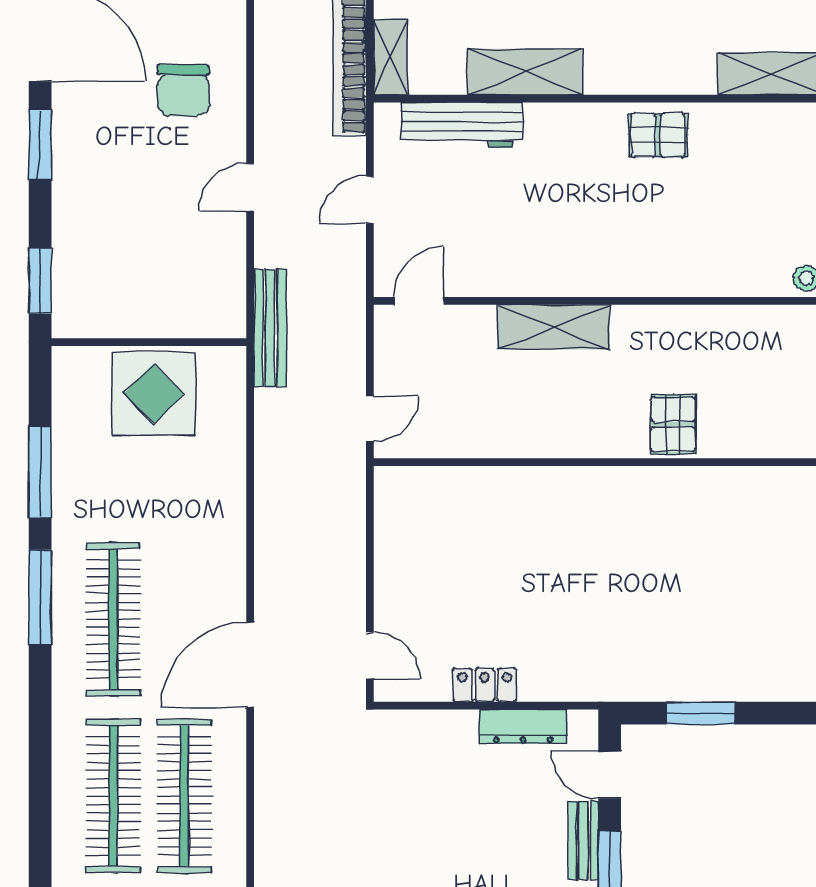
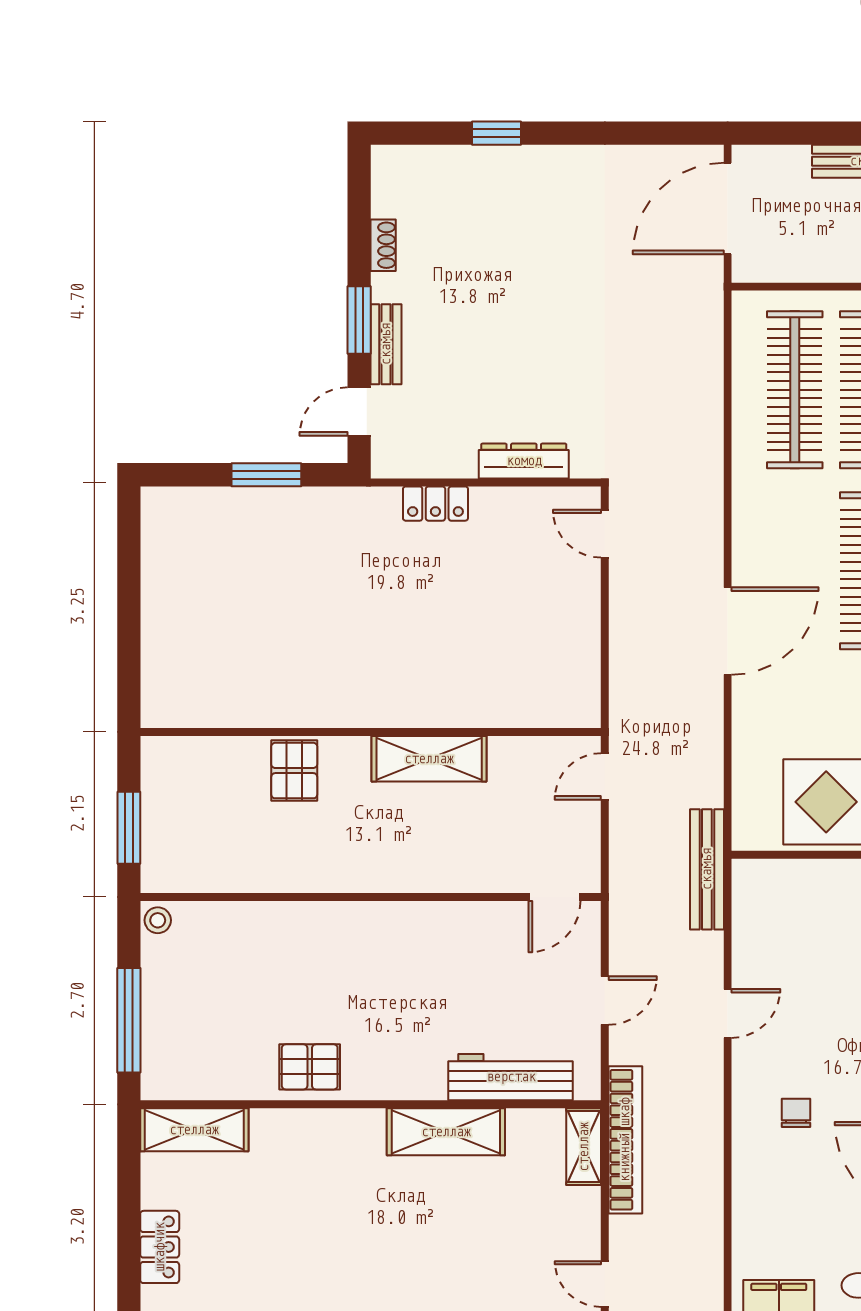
chair: (183, 90) -> (796, 1113), width x0.54, depth x0.54
shelving: (554, 327) -> (429, 759), moved
door: (250, 665) -> (728, 631), moved
locker: (485, 685) -> (435, 504), moved
dresser: (523, 726) -> (524, 461), moved
door: (610, 775) -> (359, 412), swing flipped

